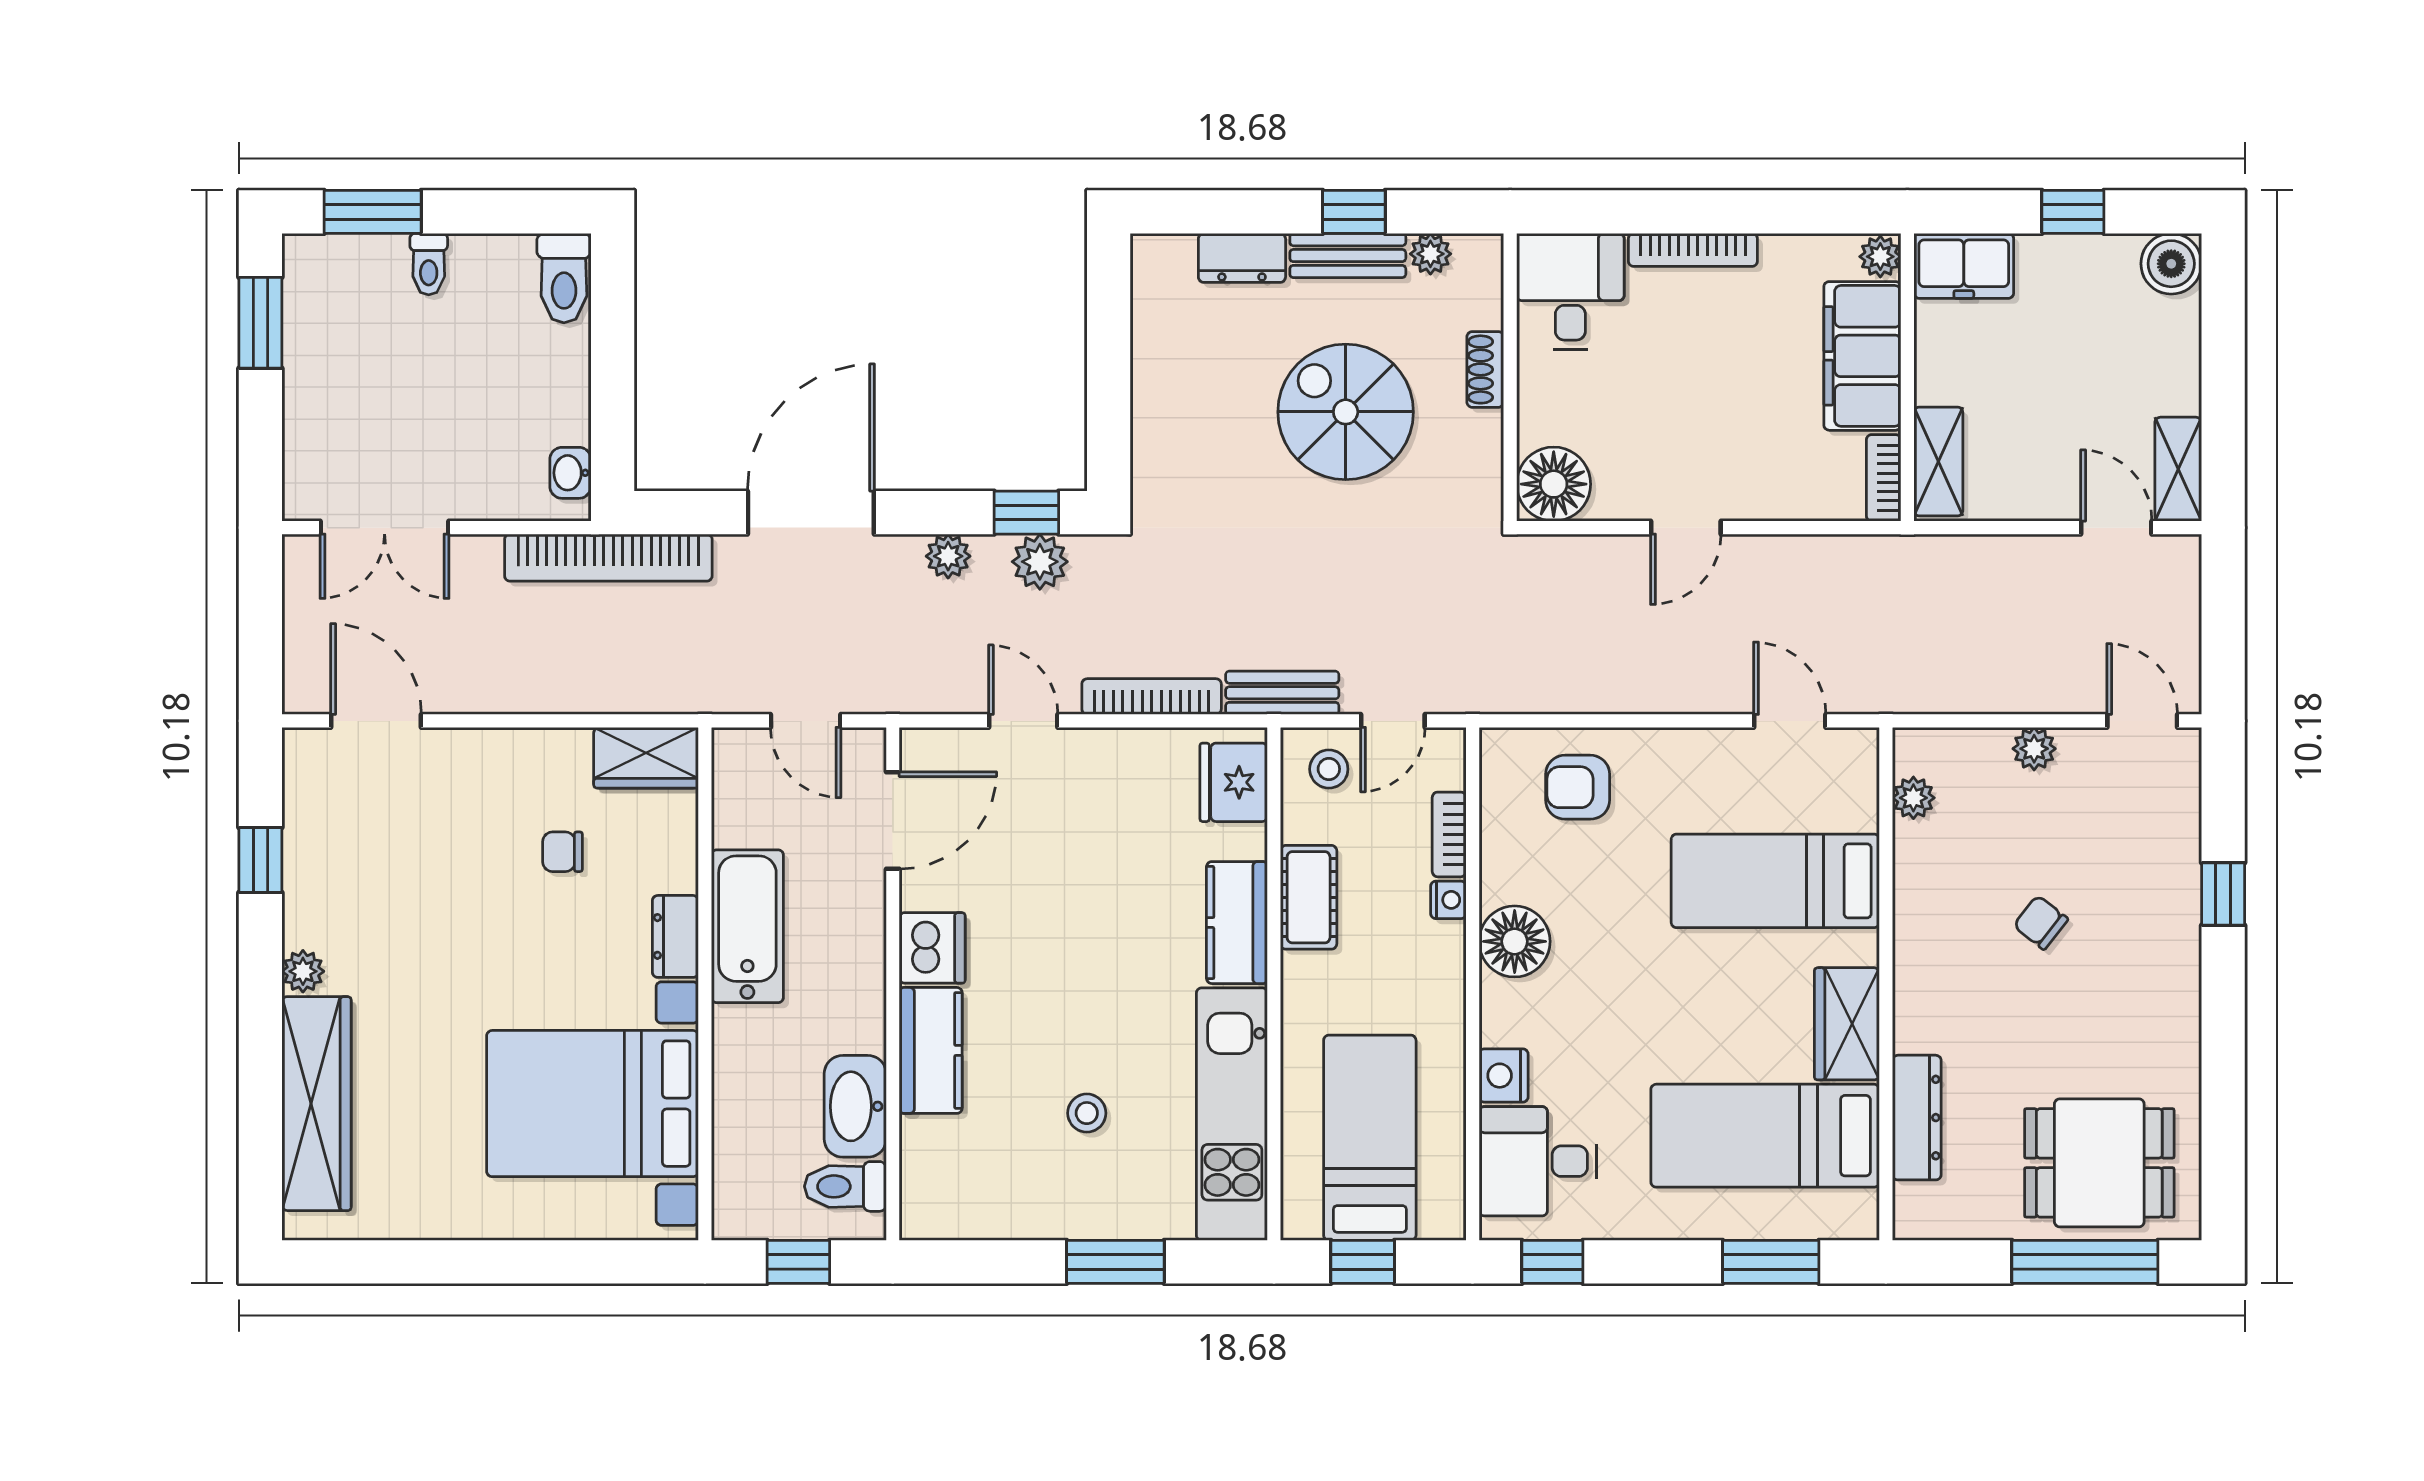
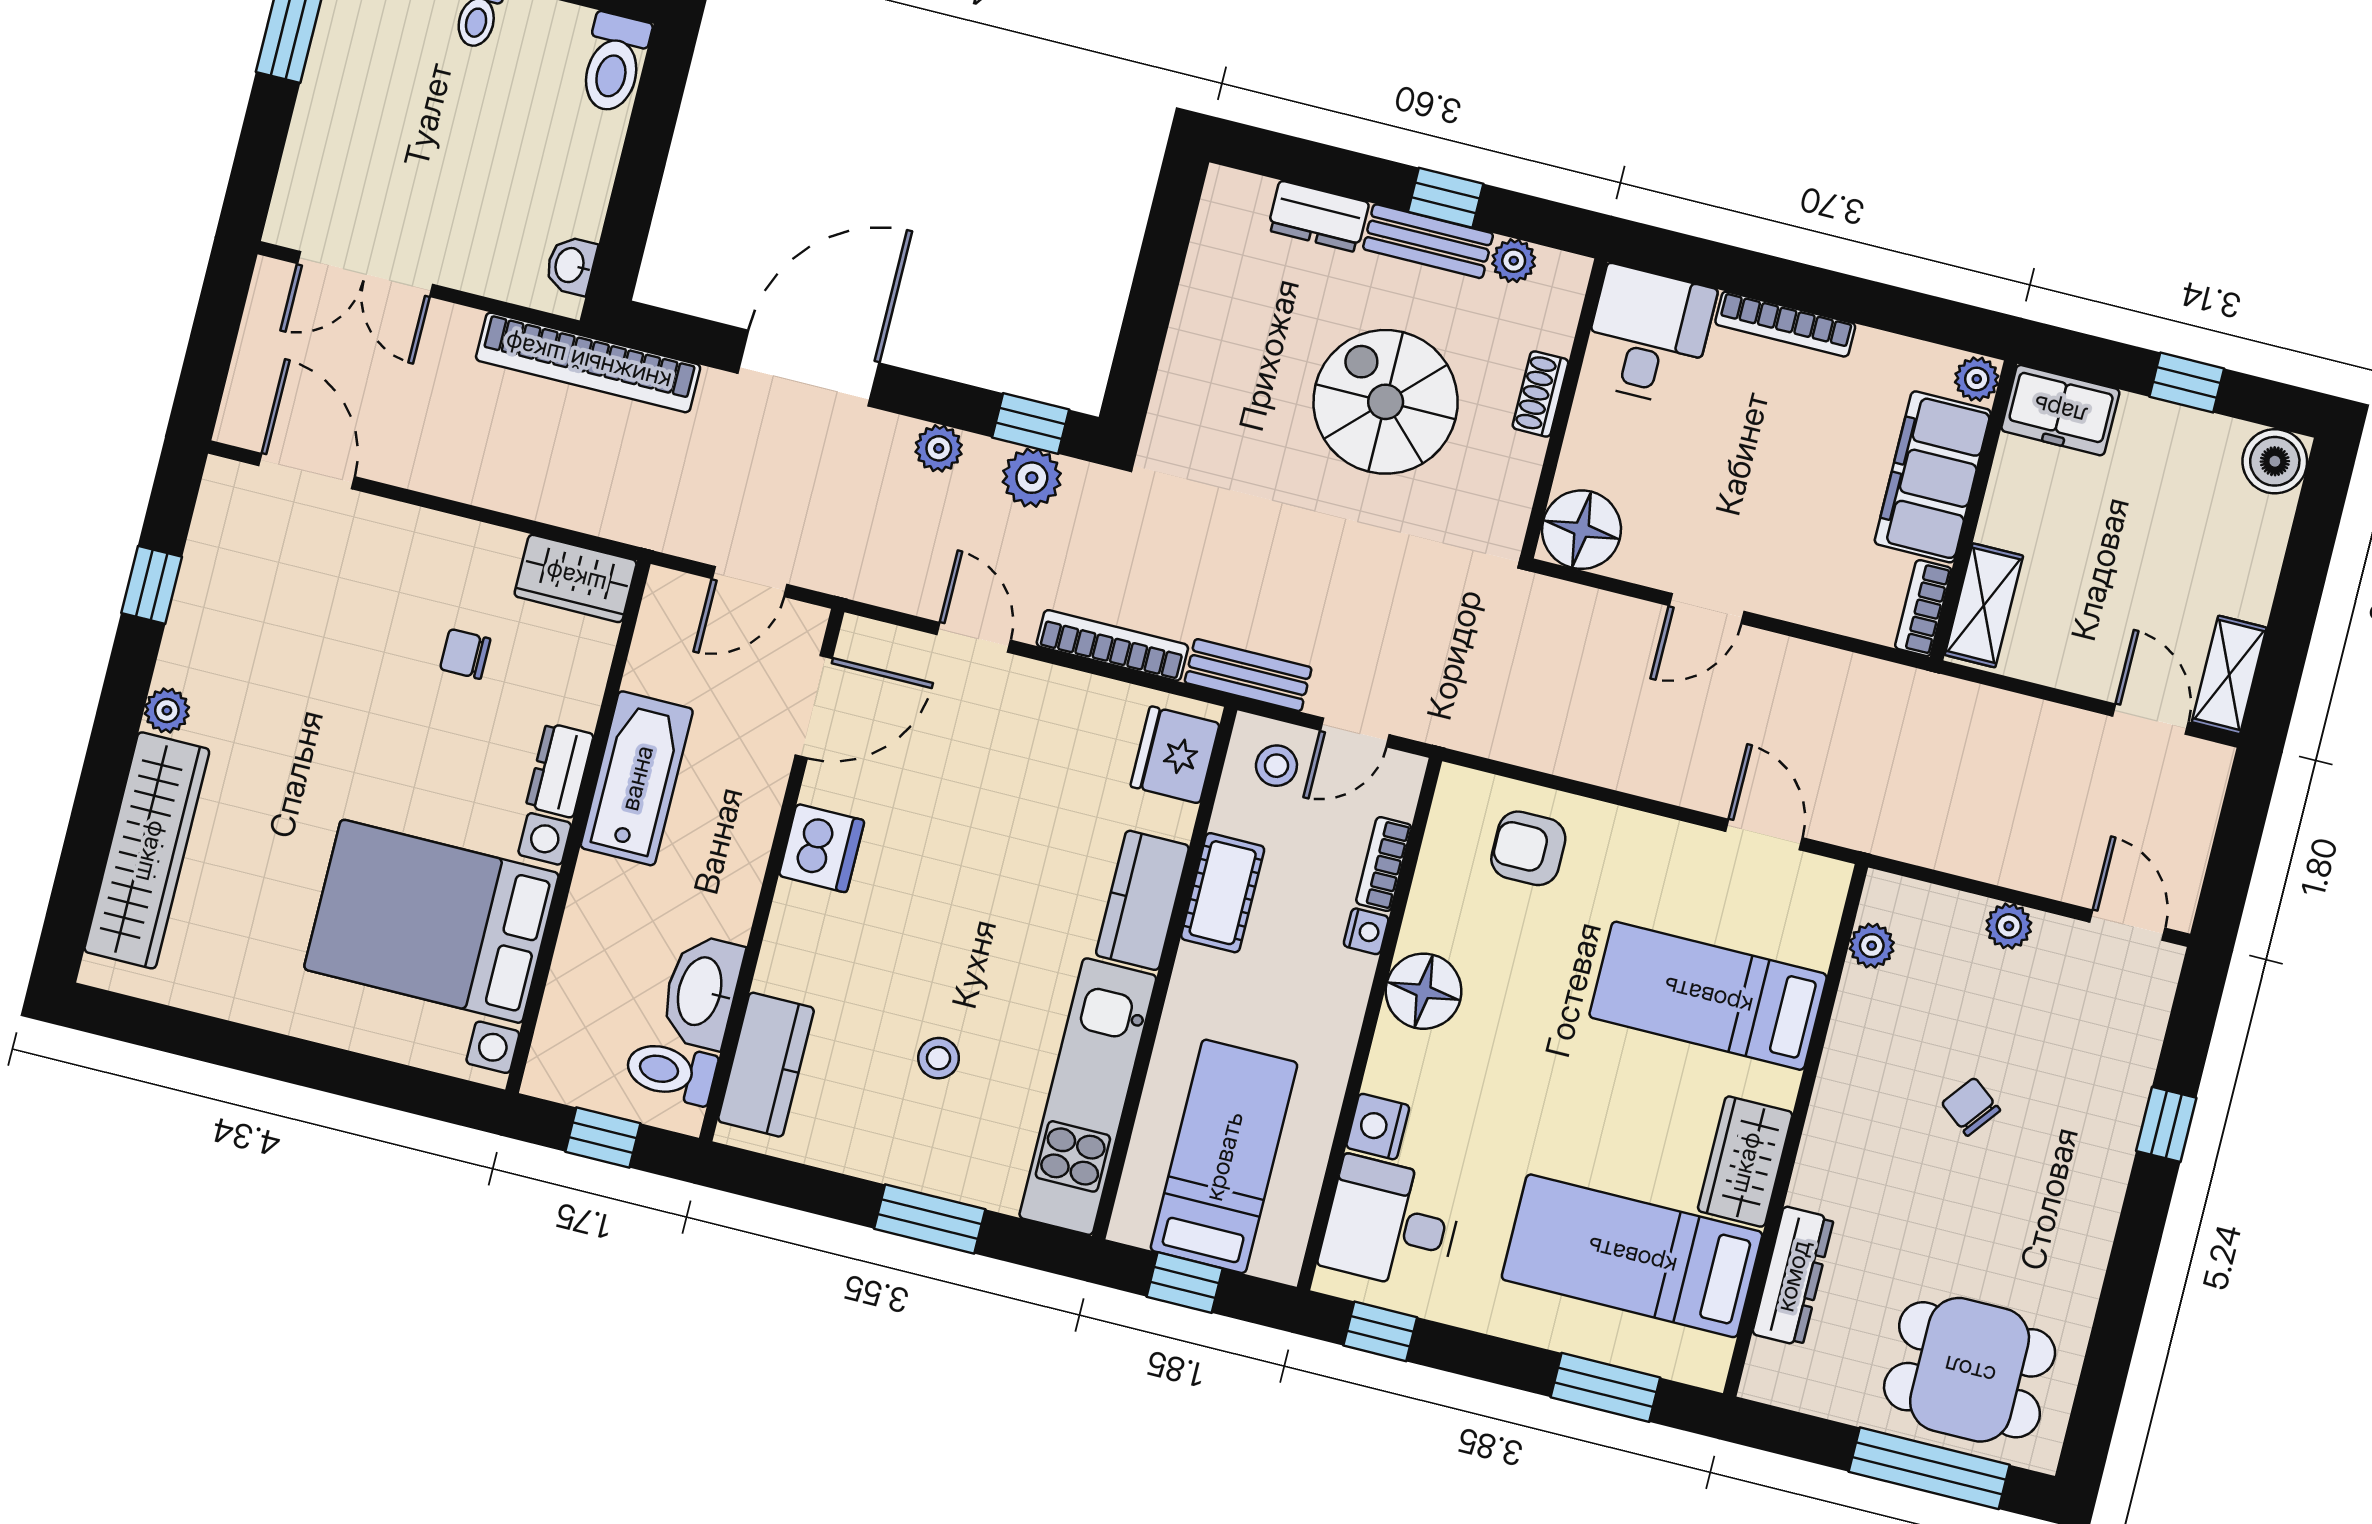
door: (806, 721) -> (750, 582), hinge flipped
kitchen counter: (931, 1050) -> (766, 1065), moved

